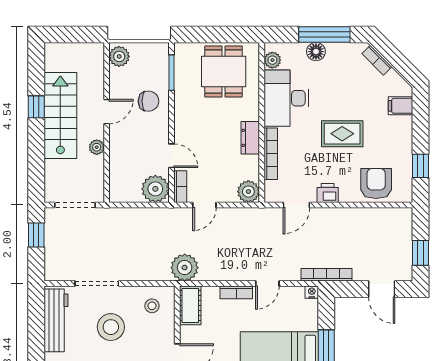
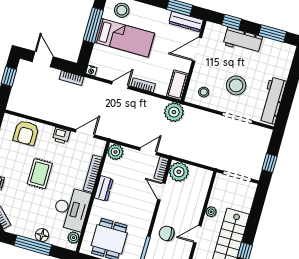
rug: (342, 134) -> (40, 174), turned 90
bookcase: (327, 275) -> (72, 78), width x0.64

